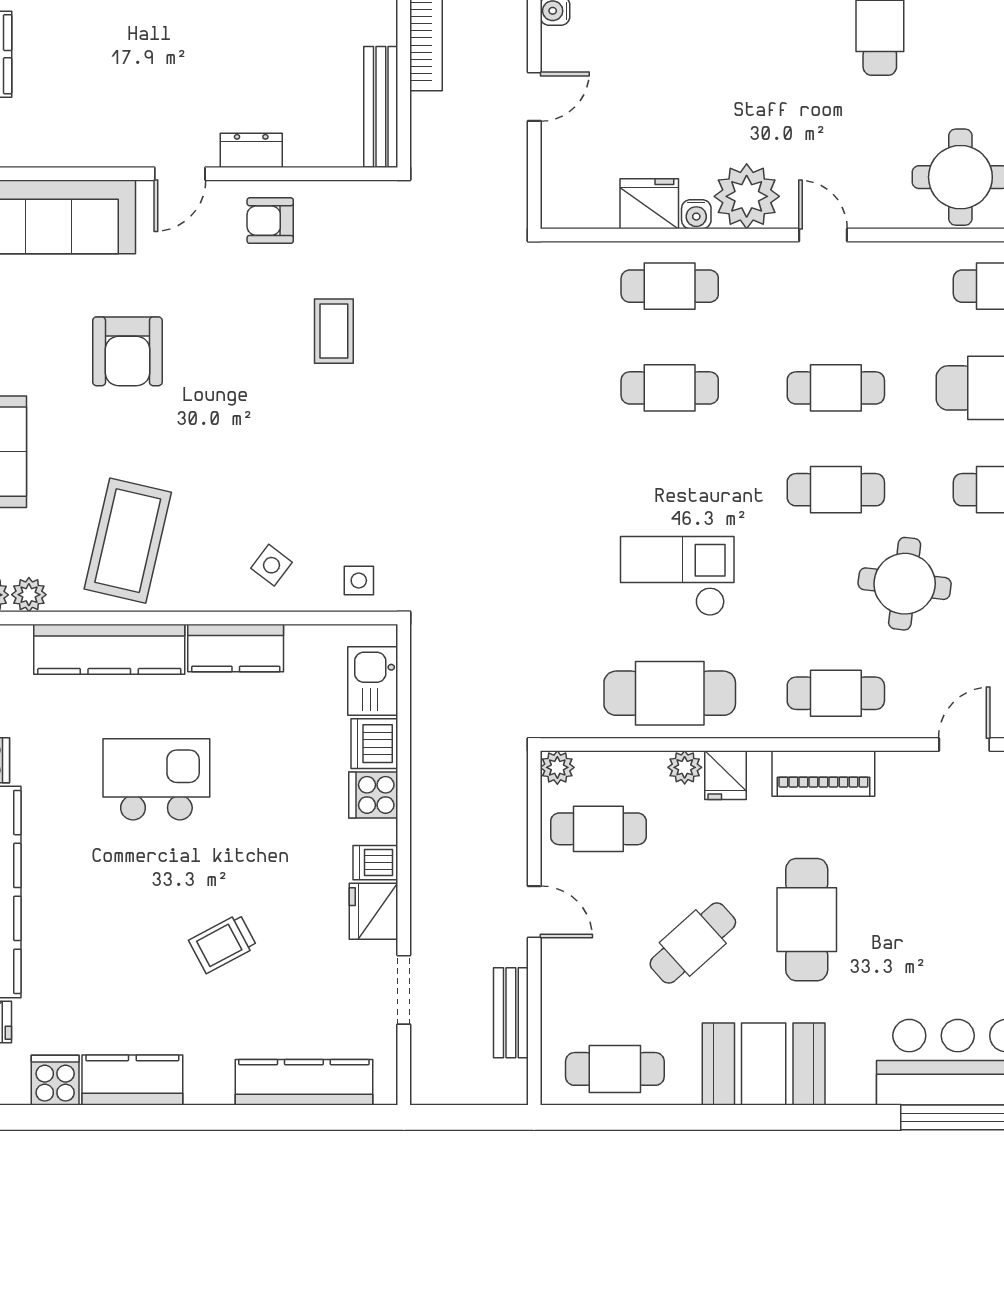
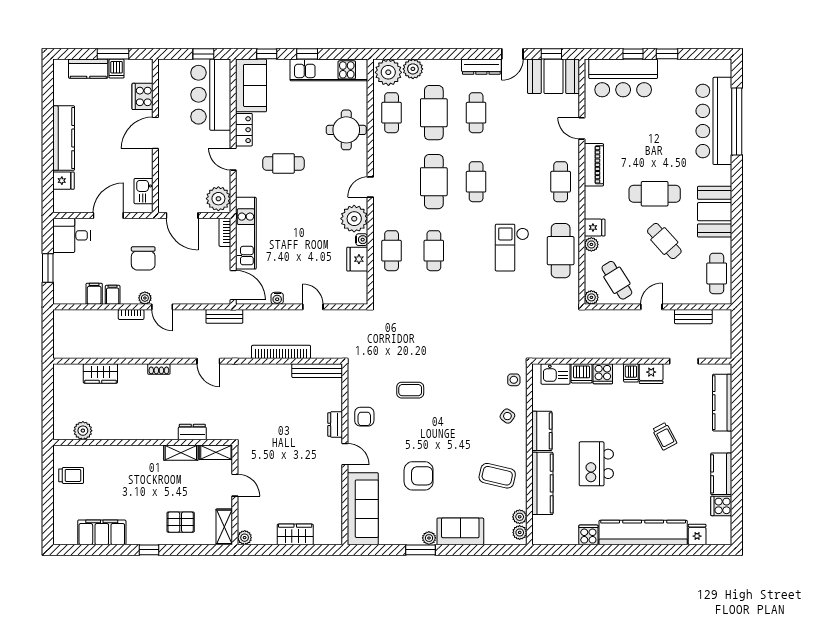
cafe table: (836, 388) -> (434, 182), width x1.37, depth x1.35
coffee table: (128, 541) -> (497, 476), width x0.73, depth x0.76
round table: (905, 584) -> (515, 153), removed
piano: (823, 773) -> (594, 165), moved
cafe table: (598, 829) -> (617, 280), turned -32

